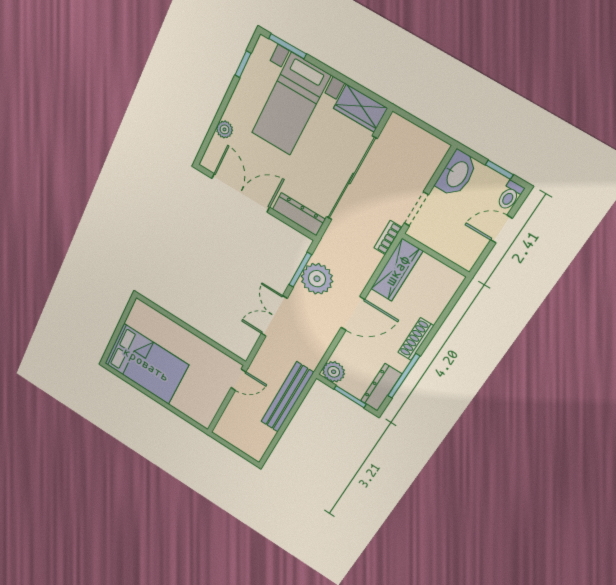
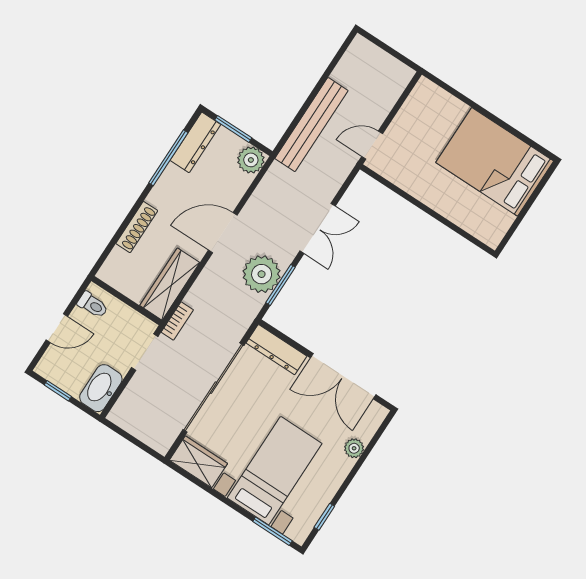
toilet: (510, 196) -> (93, 305), moved, turned 90
shoe rack: (416, 339) -> (137, 227), moved

